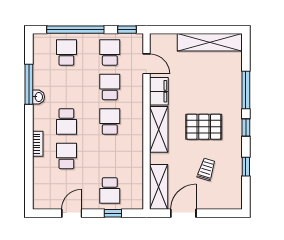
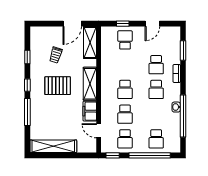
window: (29, 84) -> (183, 116), width x1.46
school desk: (66, 121) -> (156, 89), turned 180
window: (29, 176) -> (183, 50), added

